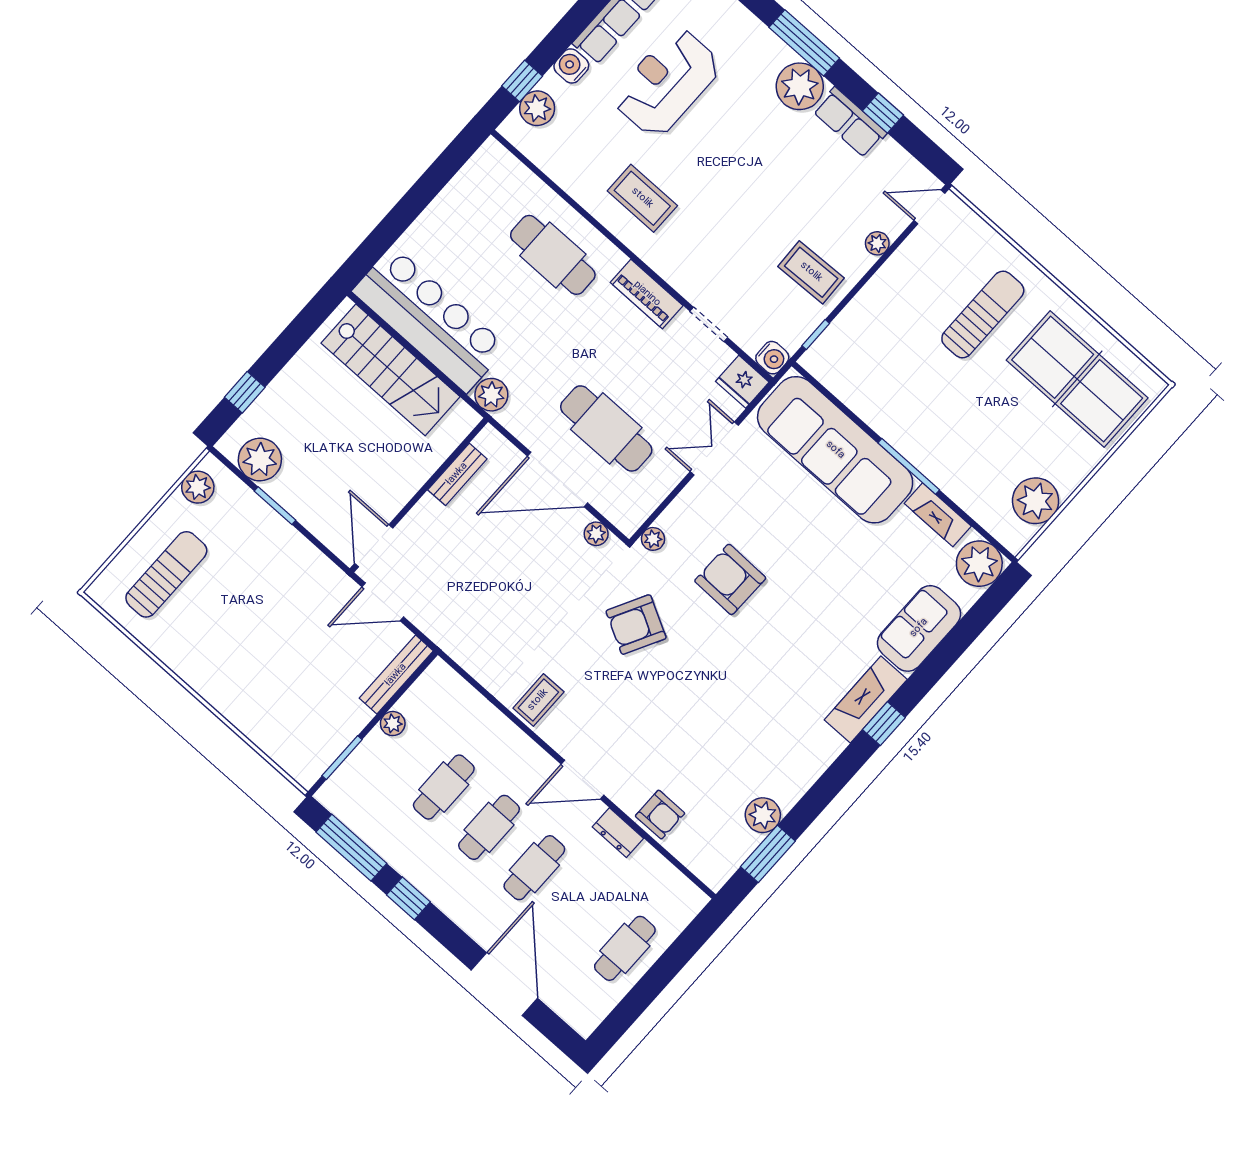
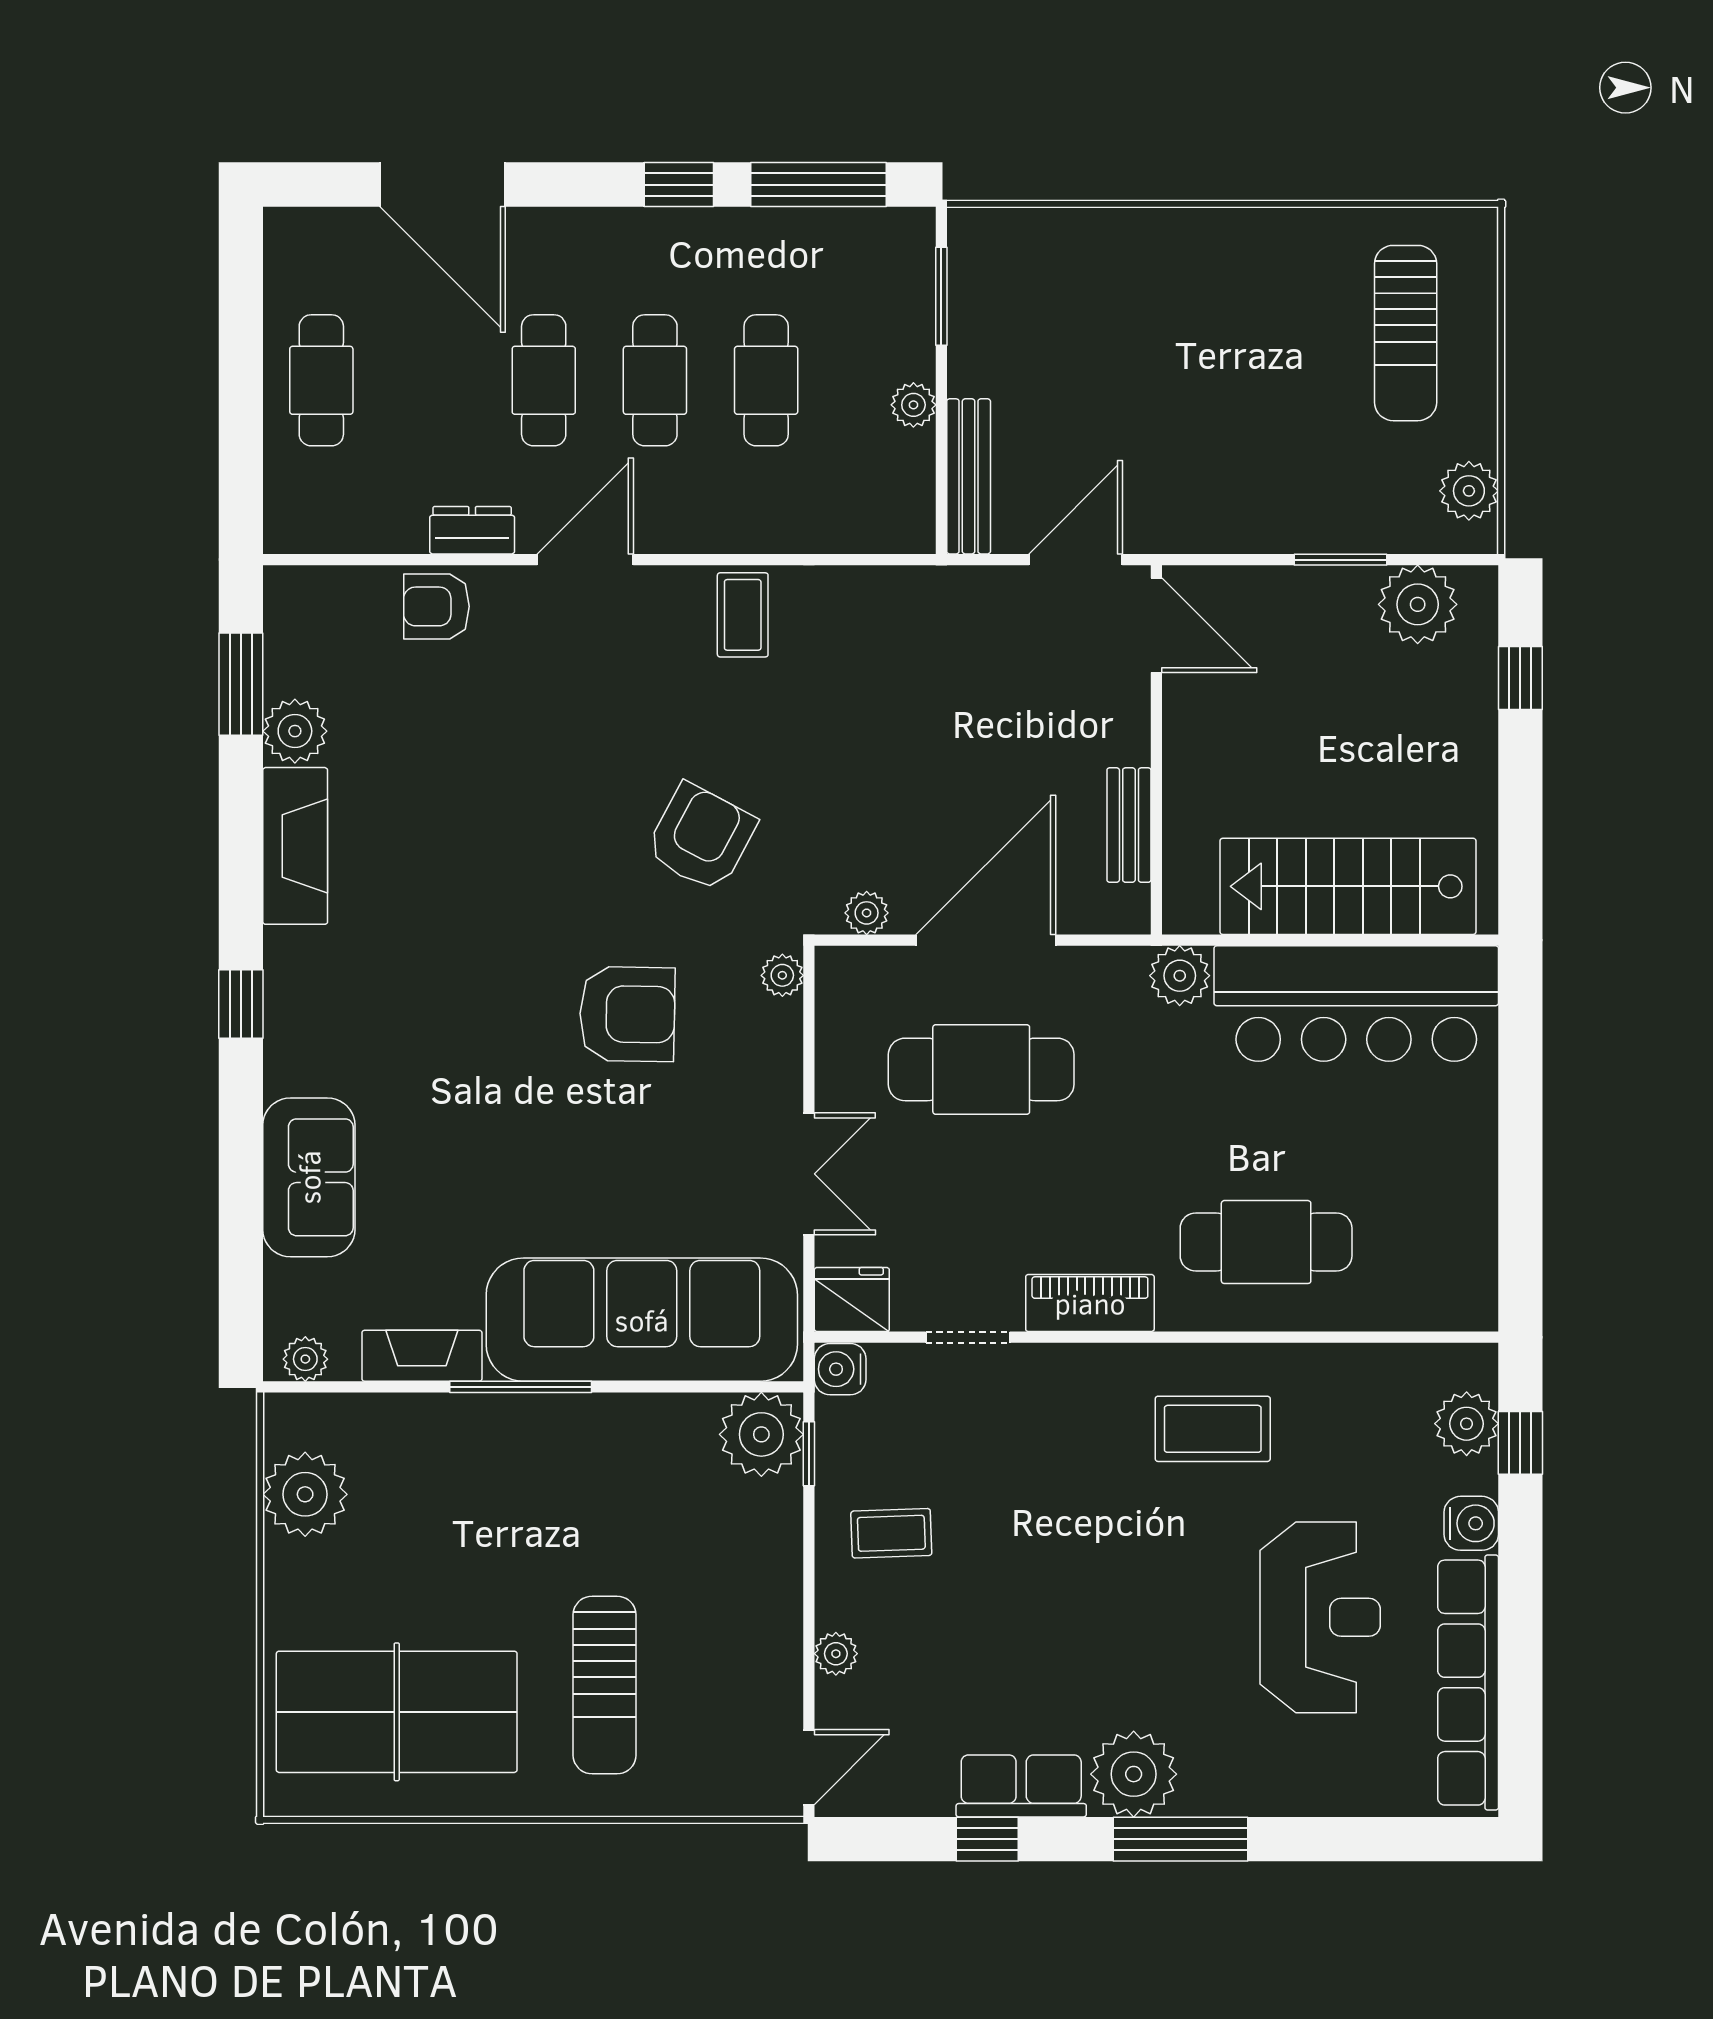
coffee table: (811, 272) -> (891, 1533), width x0.73, depth x0.77
plant: (828, 360) -> (761, 1434), added
plant: (979, 564) -> (305, 1359), width x0.53, depth x0.53
fireplace: (866, 700) -> (295, 846), moved

